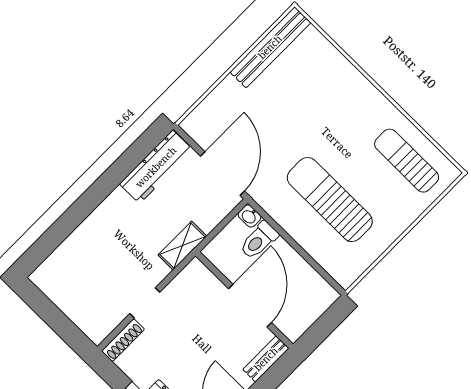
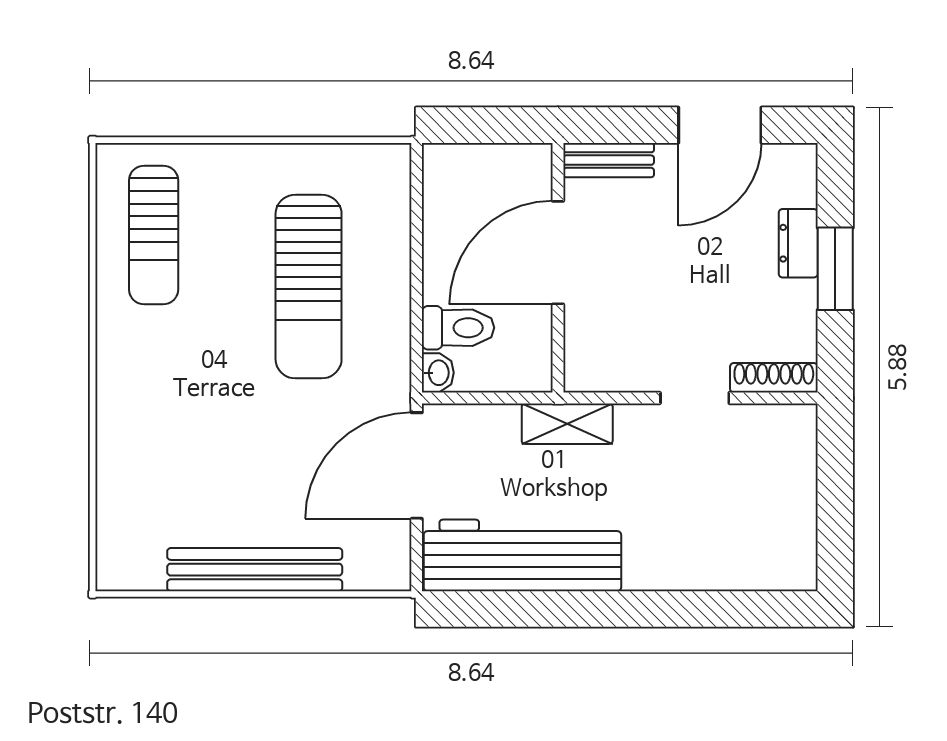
bench: (270, 47) -> (255, 570), moved
workbench: (156, 167) -> (522, 555), width x1.36, depth x1.32

